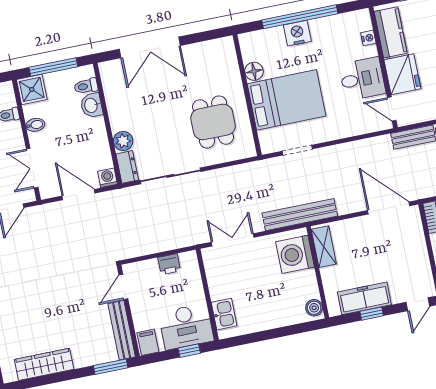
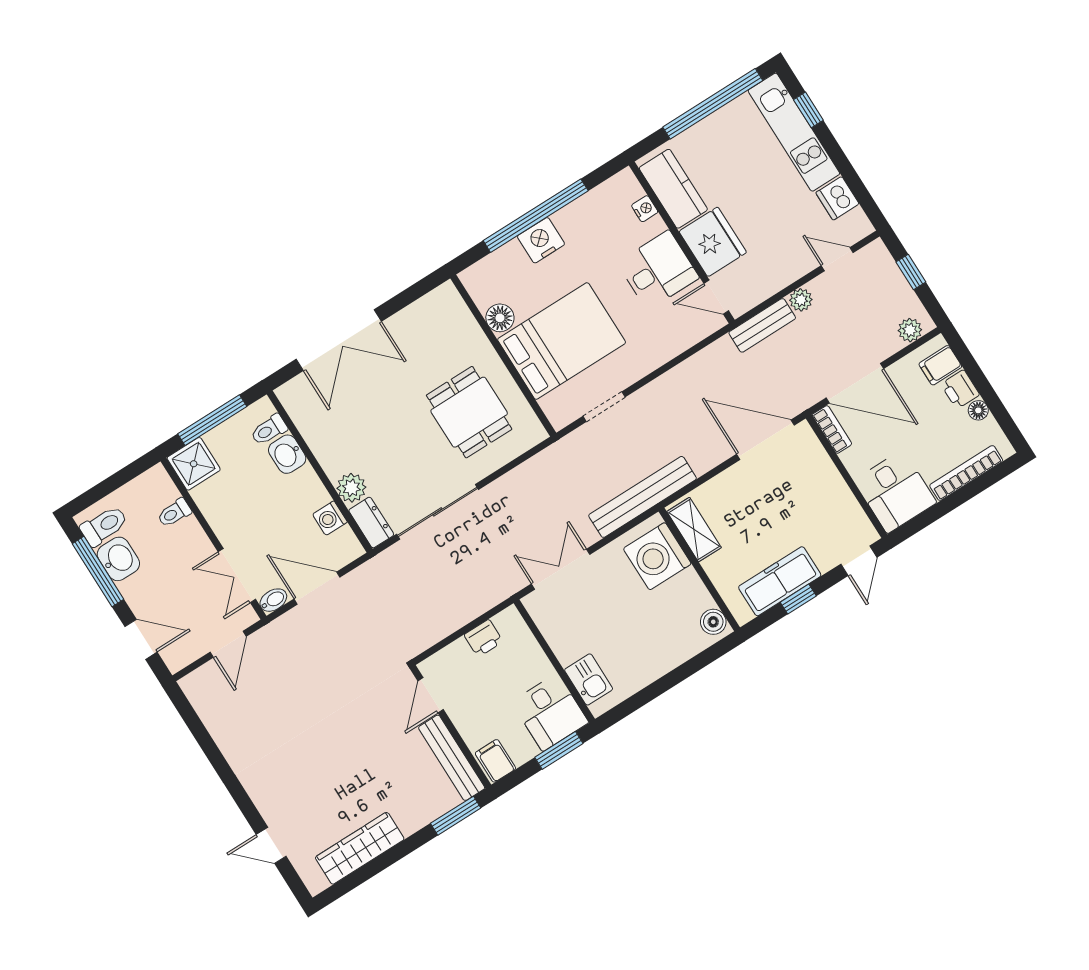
bidet: (35, 125) -> (273, 600), moved
washing machine: (108, 178) -> (330, 518), moved, turned -90
desk: (186, 327) -> (550, 712), width x0.73
window: (189, 351) -> (559, 750), width x1.50

